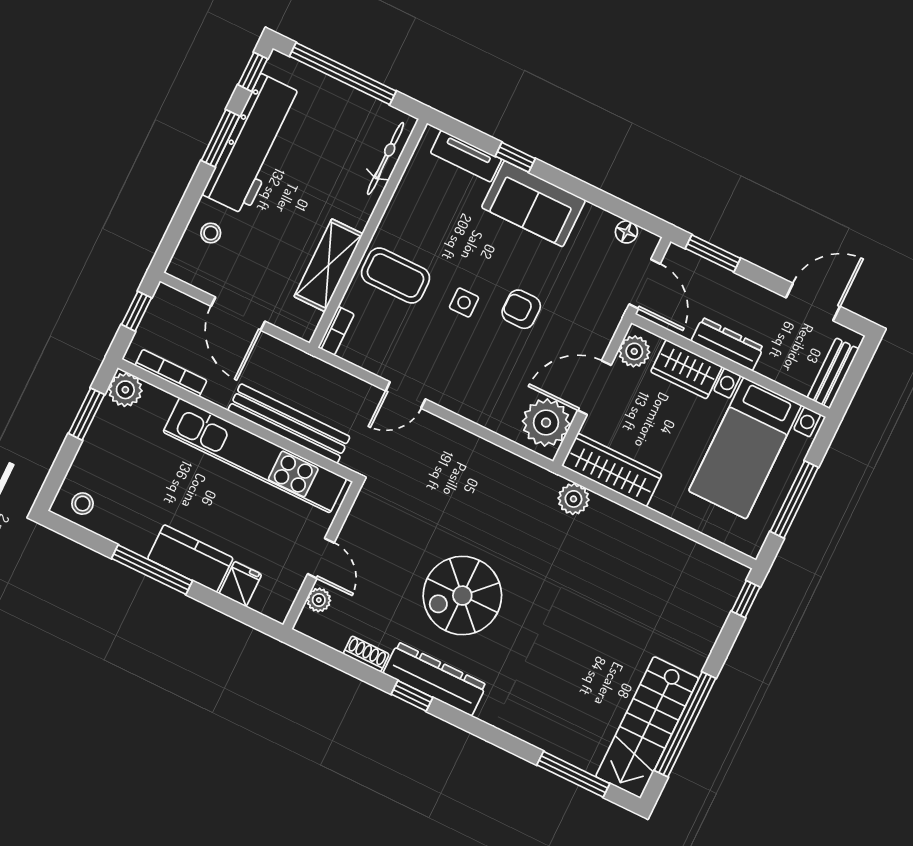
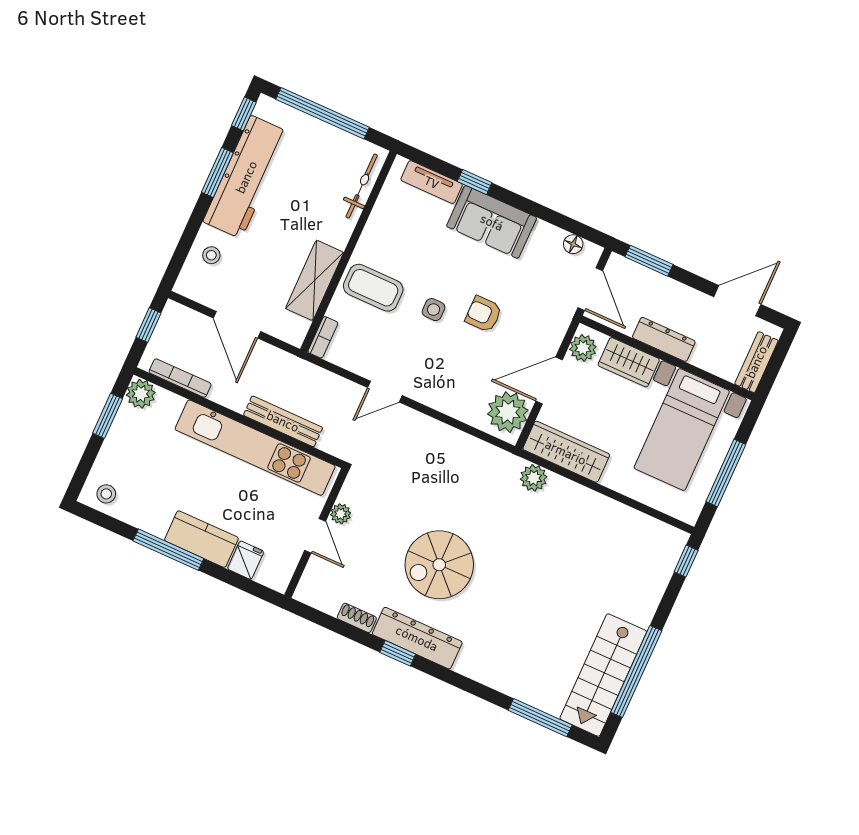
bench: (289, 424) -> (283, 421), width x0.73, depth x0.82
plant: (319, 600) -> (341, 514), moved

